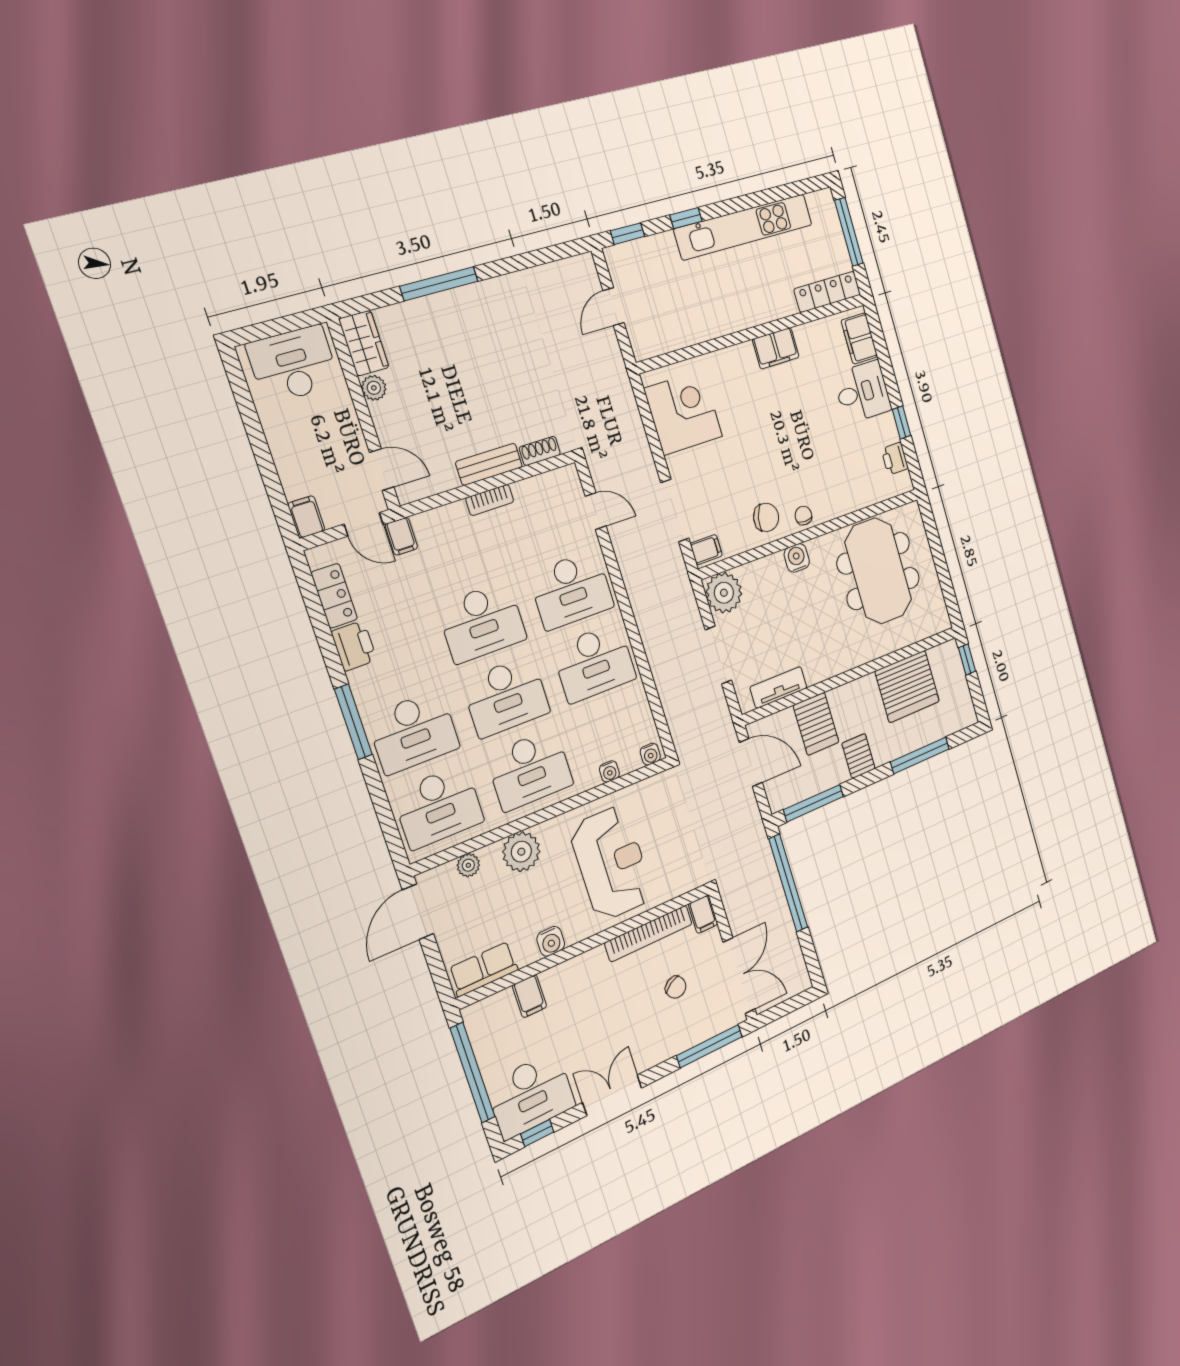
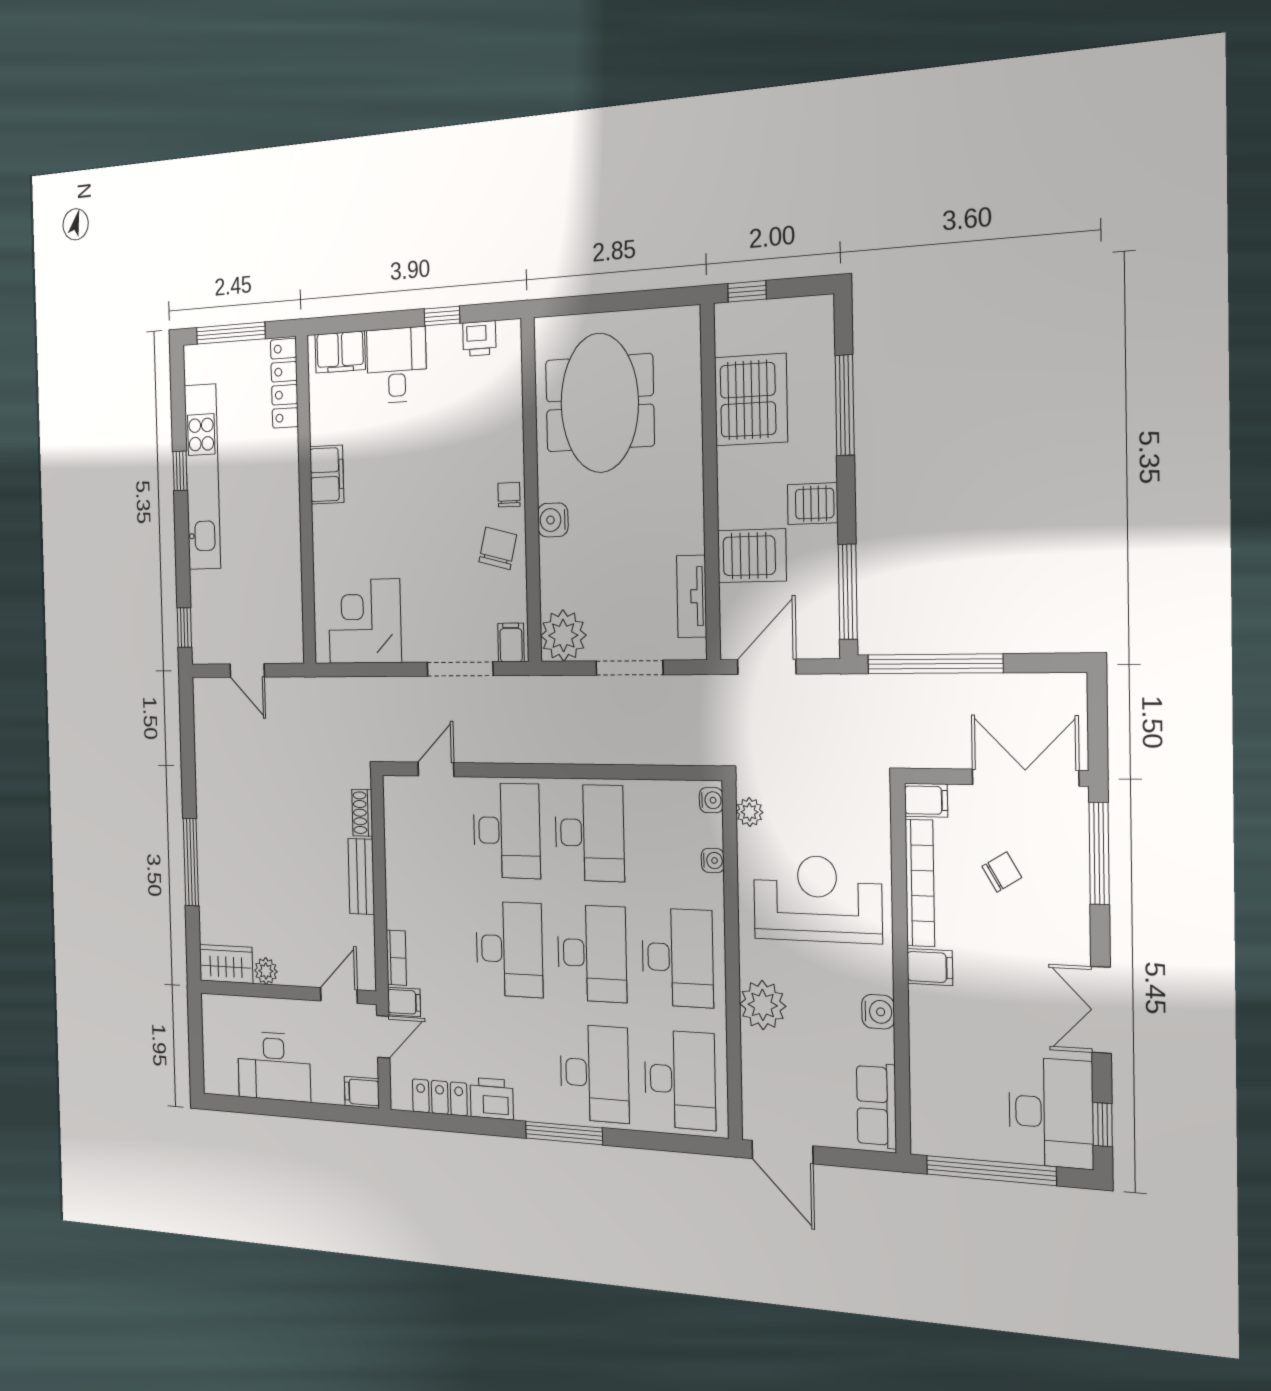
window: (686, 218) -> (180, 471), moved
desk: (293, 364) -> (274, 1066), moved, turned -90
bookcase: (490, 500) -> (396, 958), moved
chair: (803, 516) -> (509, 495), turned 90
meeting table: (878, 571) -> (600, 403), turned 90
plant: (468, 865) -> (749, 812), moved
filing cabinet: (530, 996) -> (930, 967), moved

